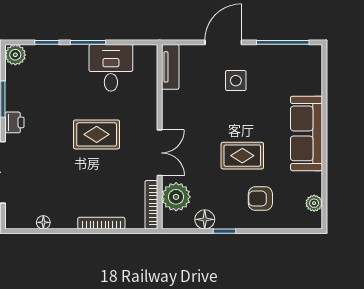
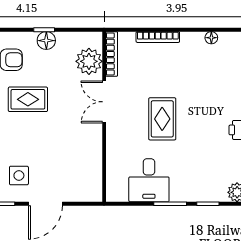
tv unit: (170, 67) -> (94, 181), removed
side table: (236, 81) -> (19, 176), moved
rug: (97, 134) -> (162, 119), turned 90
floor lamp: (205, 219) -> (46, 41), moved

